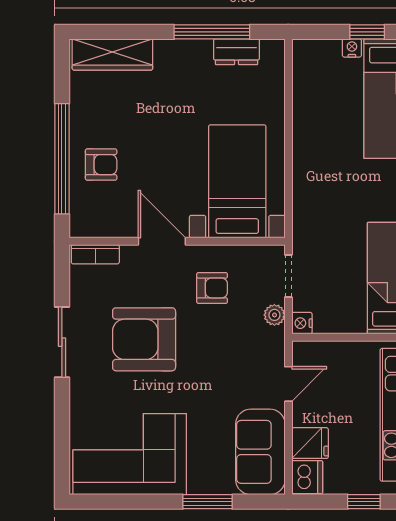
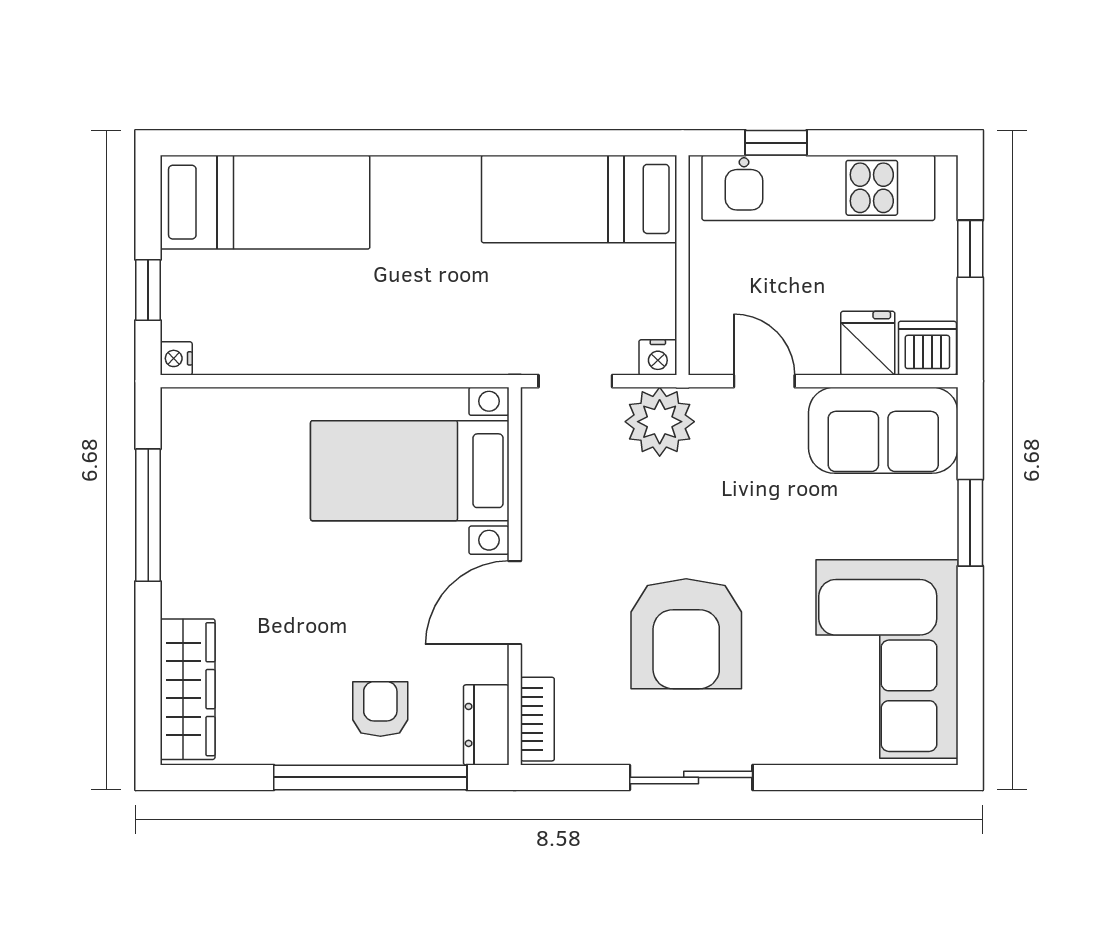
window: (367, 32) -> (148, 290), moved
nightstand: (352, 48) -> (176, 358), moved
dresser: (236, 52) -> (486, 725), moved, turned 180
armchair: (212, 288) -> (596, 515), removed
plant: (274, 315) -> (660, 422), width x1.88, depth x1.88

